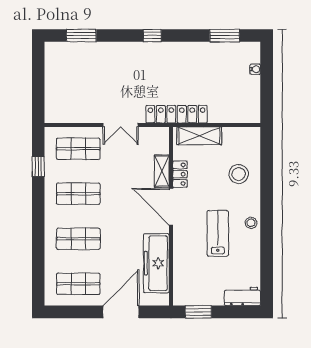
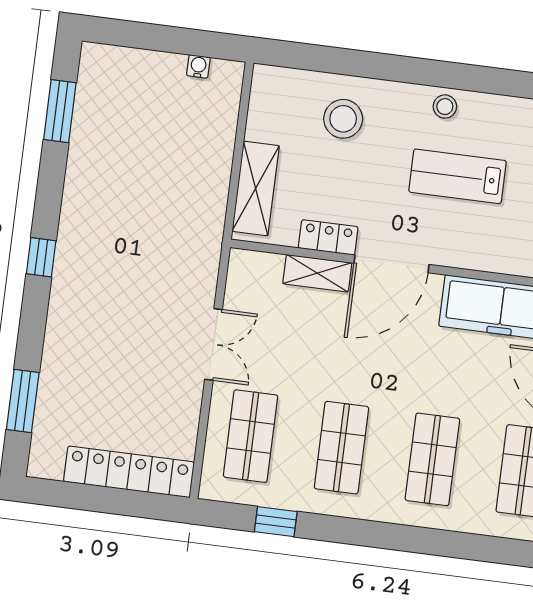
water cooler: (255, 69) -> (198, 66), moved
locker: (177, 114) -> (129, 472), moved, turned 90

